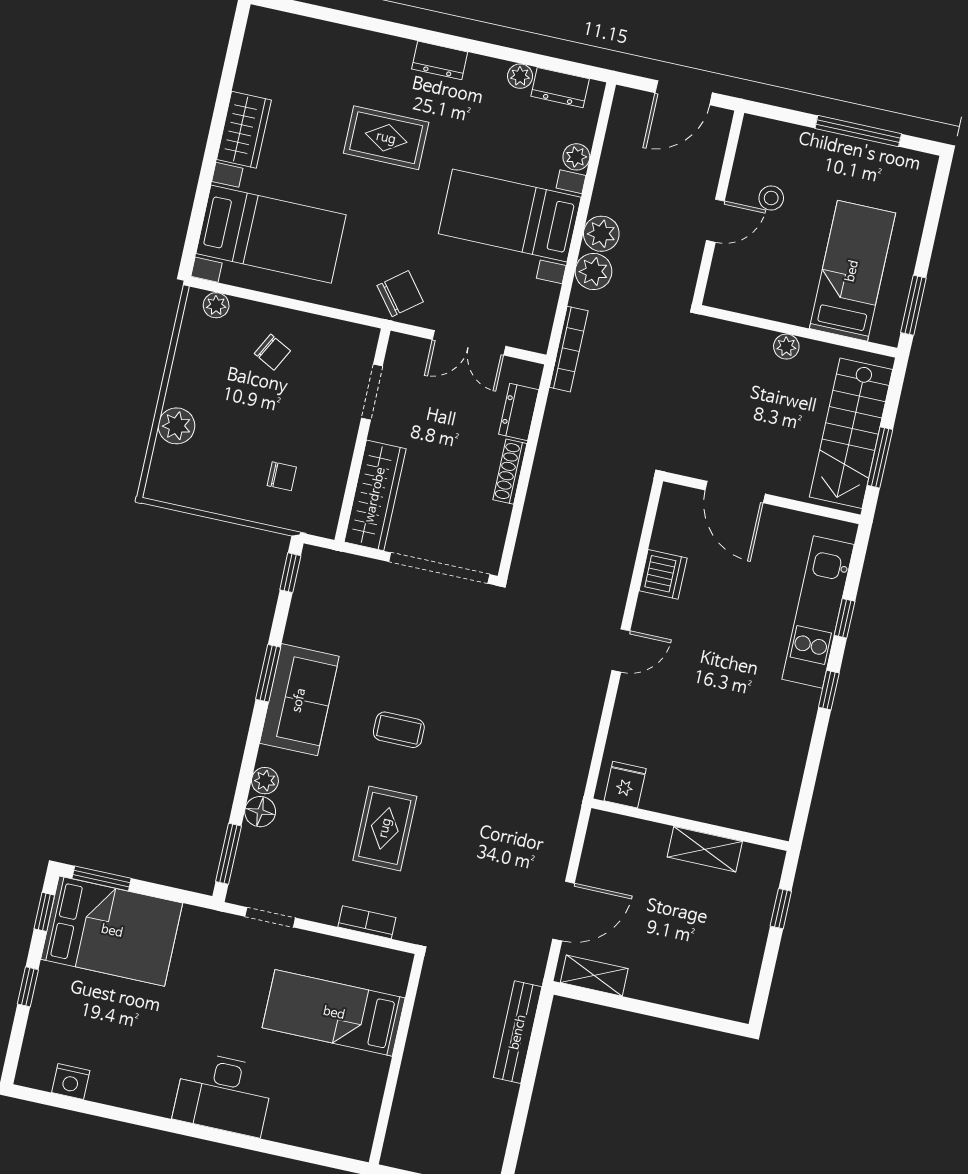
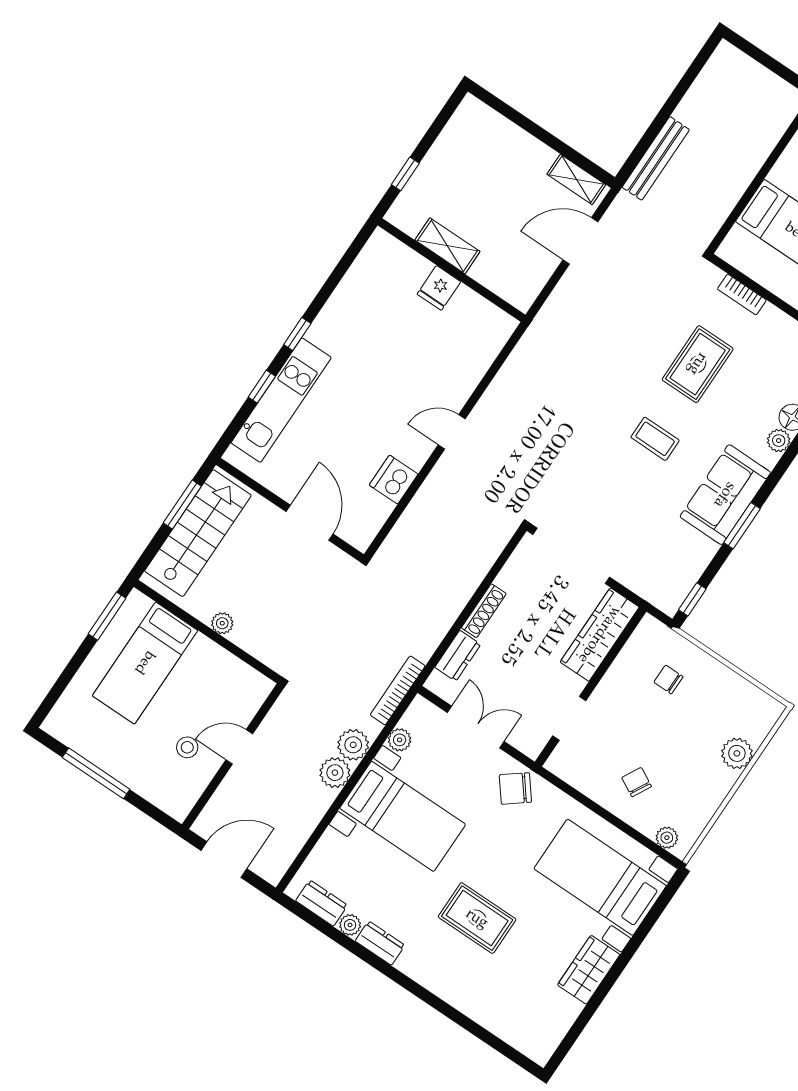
dresser: (440, 60) -> (380, 943), moved
plant: (576, 157) -> (400, 740), moved
fridge: (625, 785) -> (439, 288), moved

